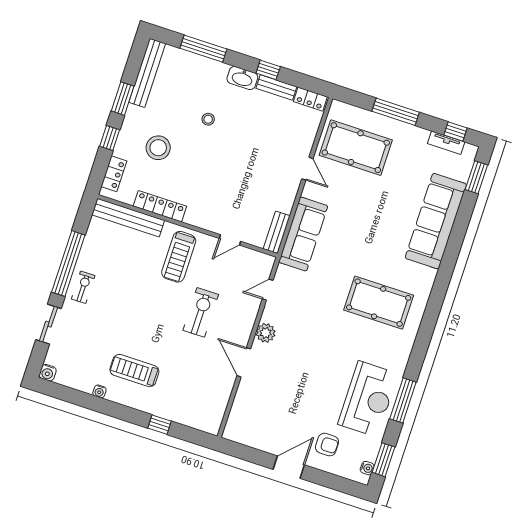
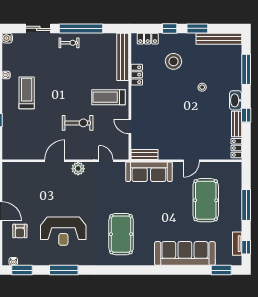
pool table: (356, 148) -> (206, 200), moved
locker: (160, 206) -> (137, 75), width x0.66
reception desk: (368, 399) -> (63, 231), moved

